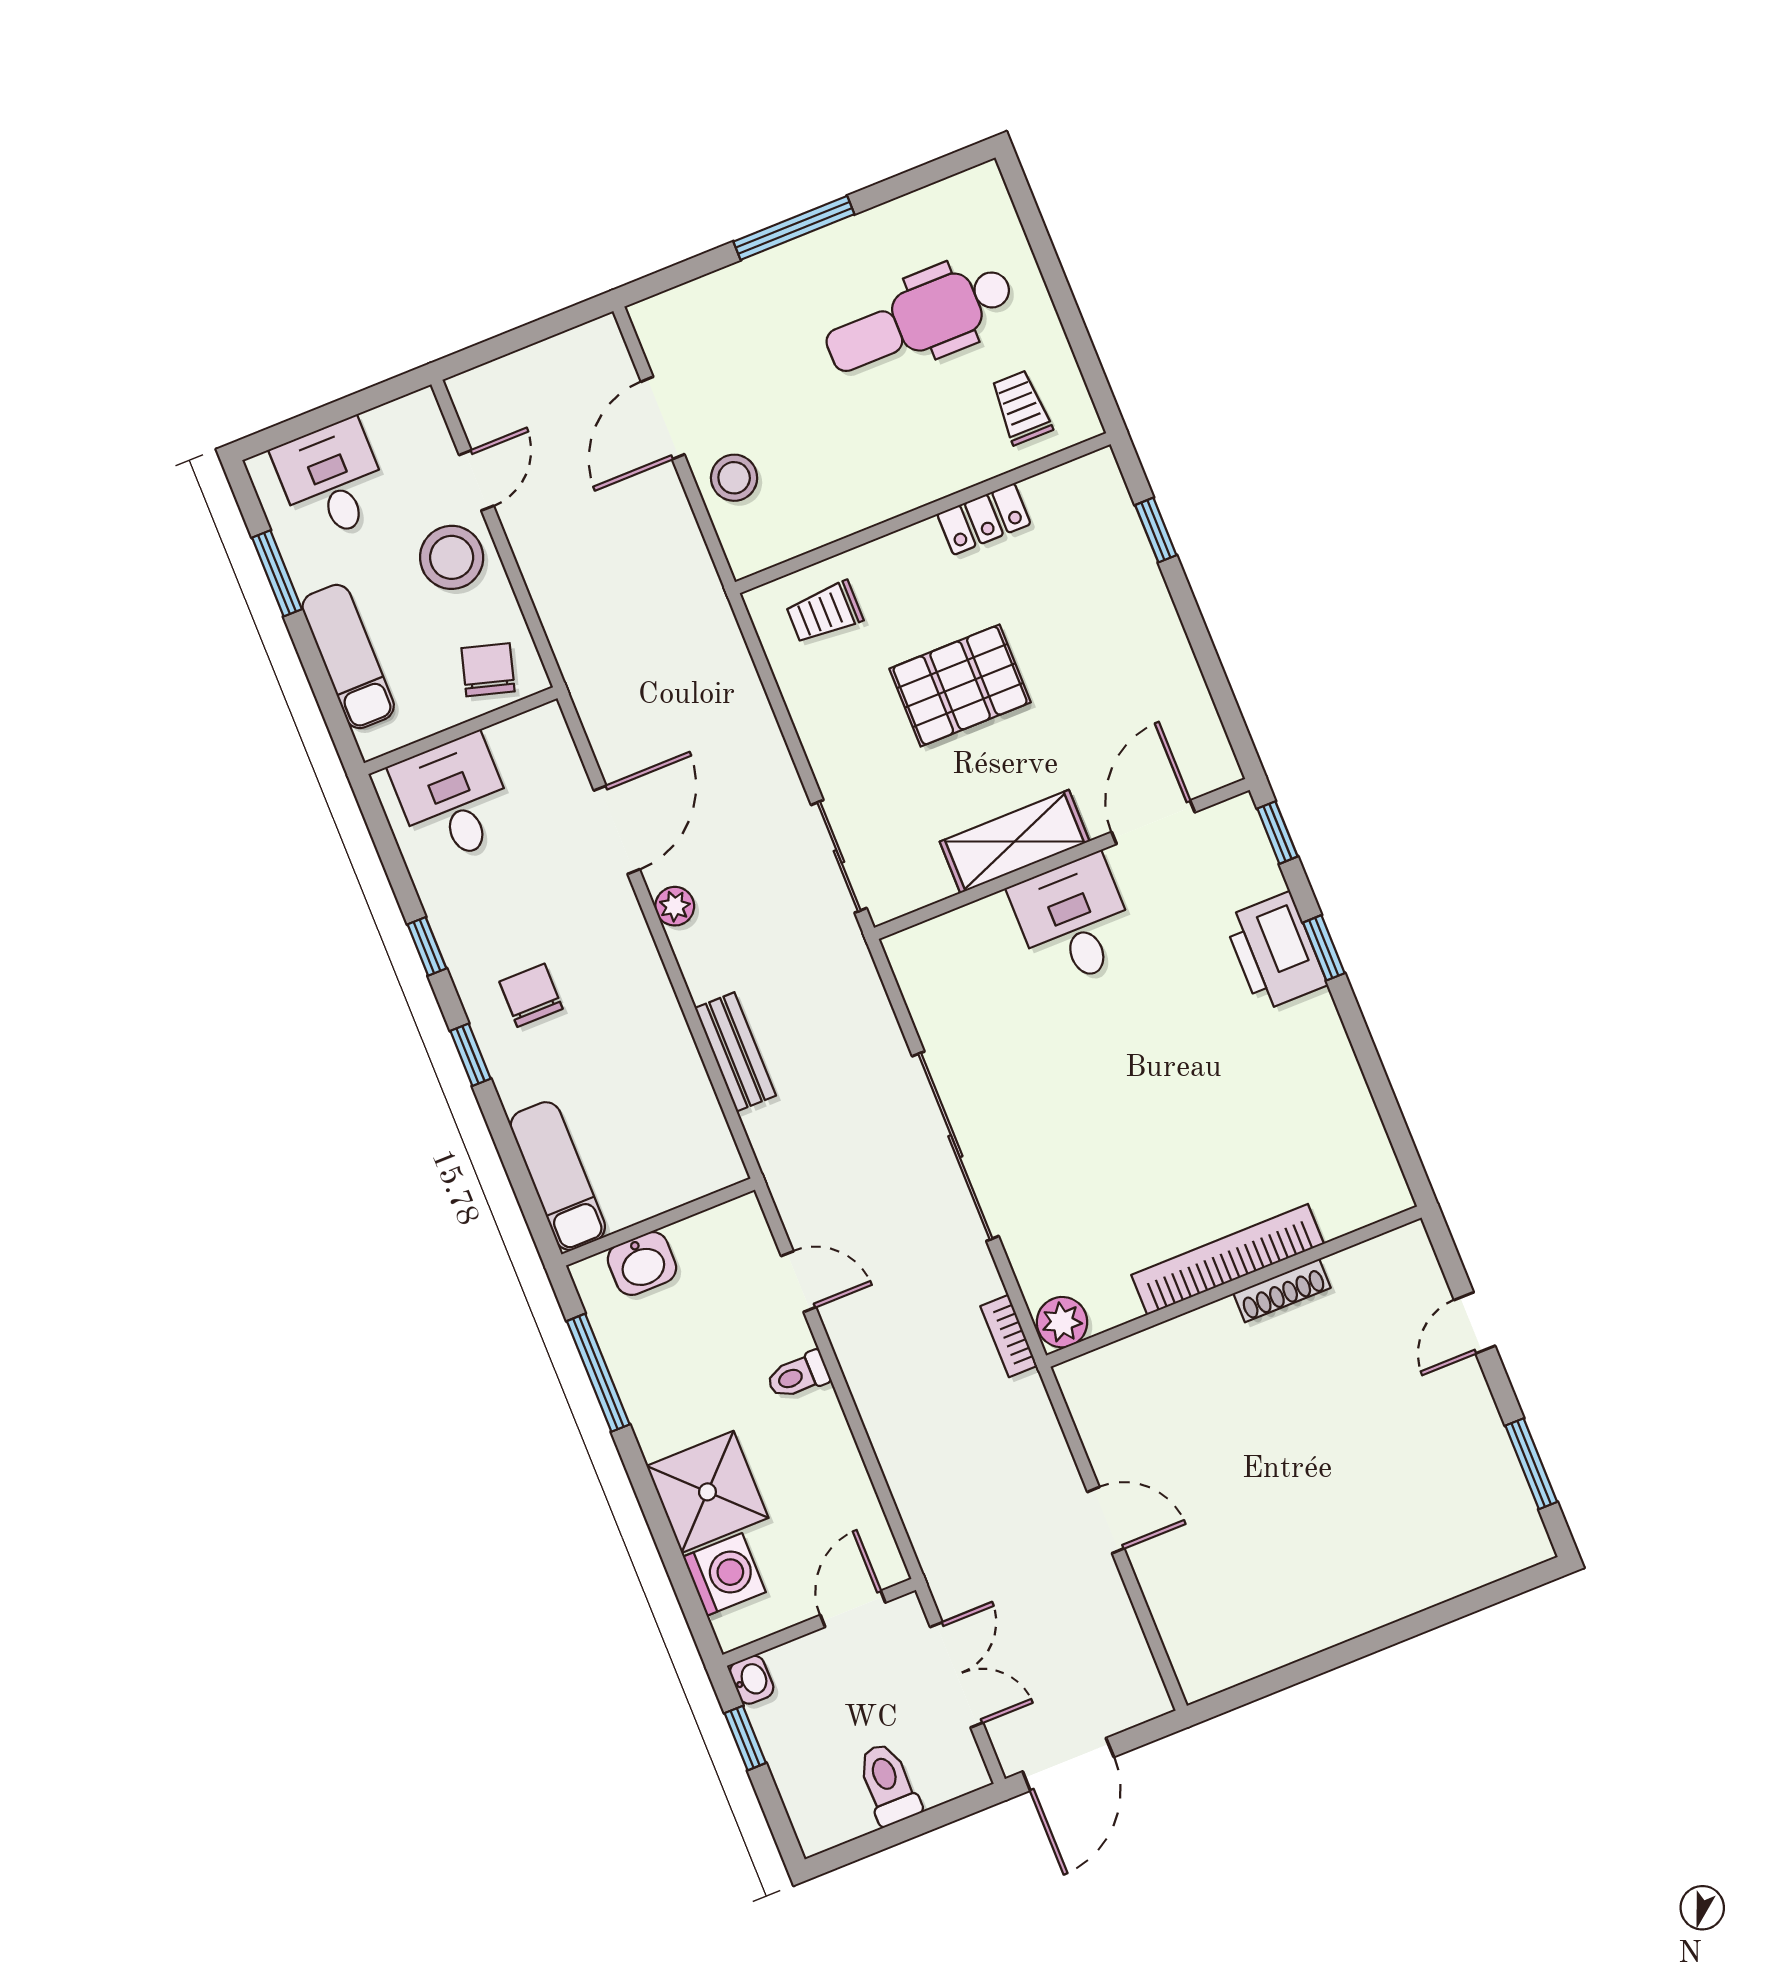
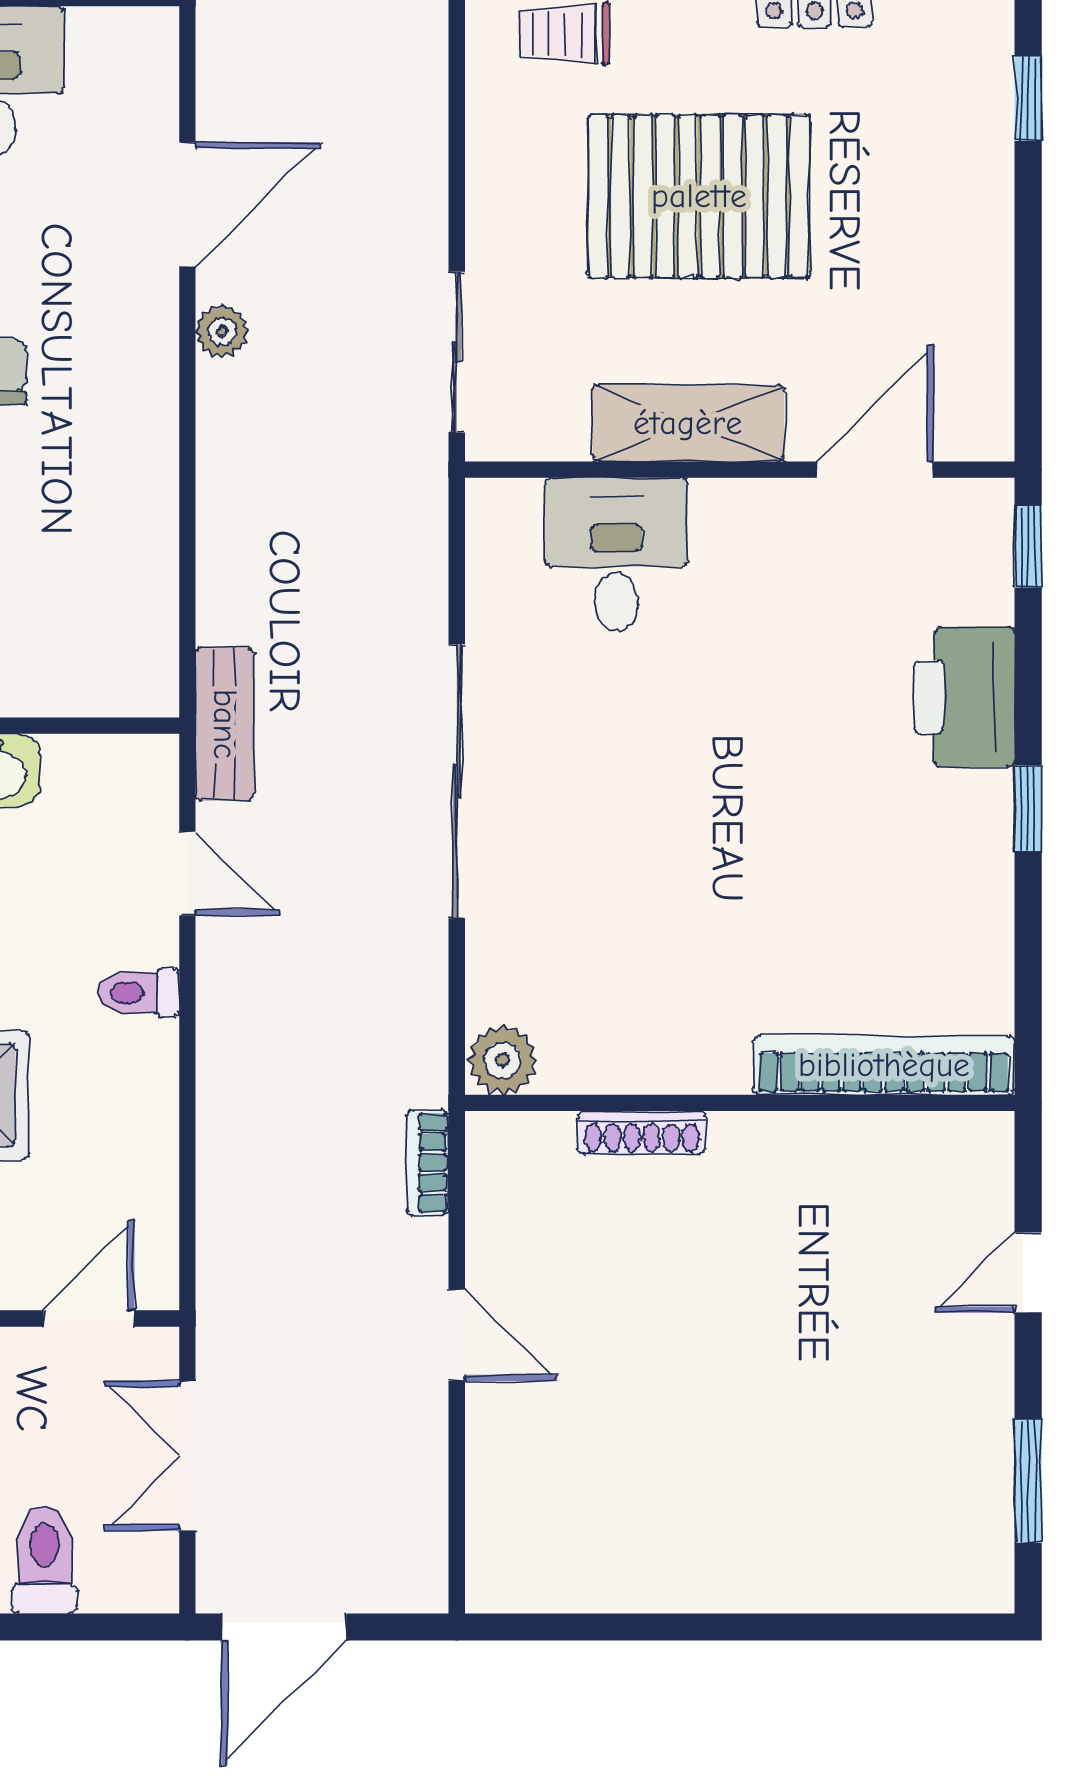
pallet: (960, 685) -> (699, 196), width x1.37, depth x1.41
desk: (1074, 921) -> (616, 555), moved
window: (1324, 948) -> (1028, 808), moved
bench: (735, 1052) -> (225, 724), moved
bookcase: (1228, 1259) -> (884, 1065), moved
shoe rack: (1282, 1291) -> (642, 1133), moved
bookcase: (1009, 1336) -> (428, 1162), moved
double door: (957, 1675) -> (187, 1456), swing flipped

